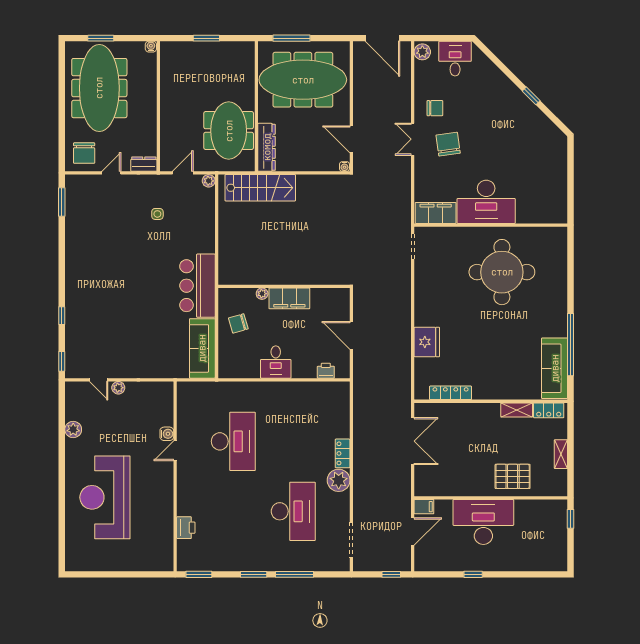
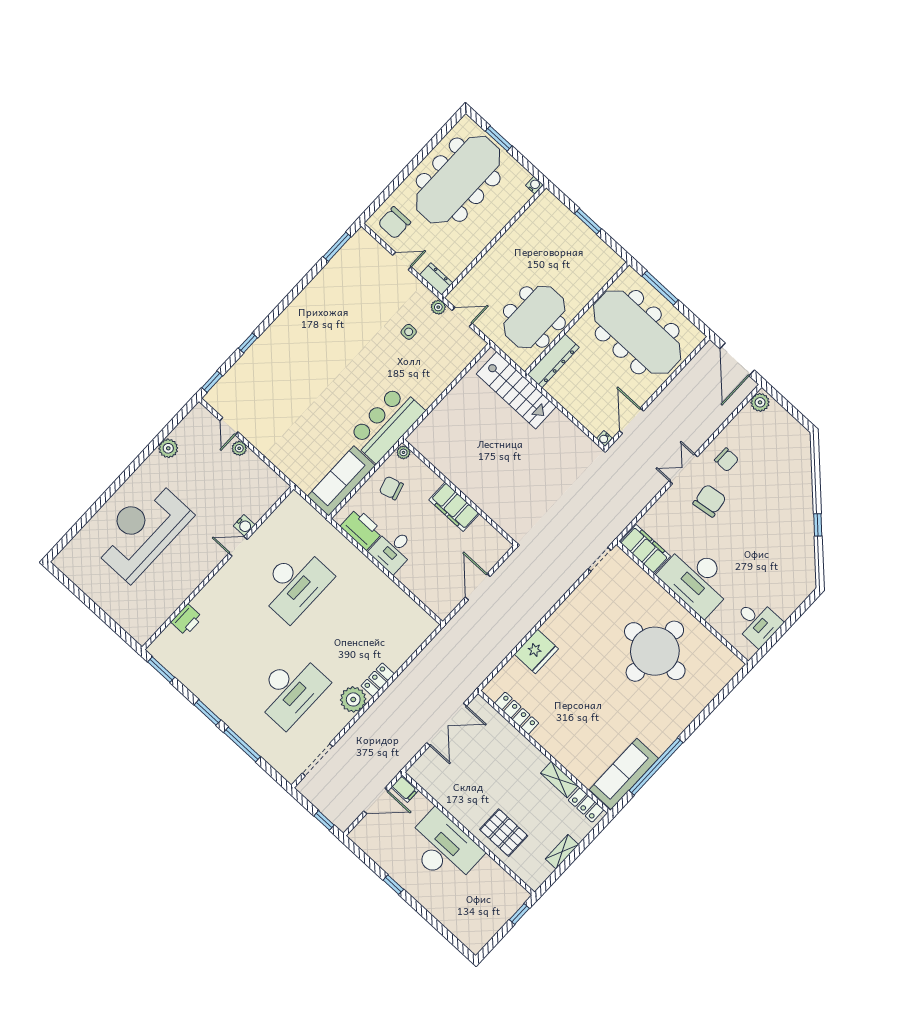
desk: (455, 59) -> (757, 622), moved, turned 90
plant: (209, 181) -> (438, 307), moved
plant: (262, 294) -> (403, 452), moved
printer: (326, 371) -> (362, 529), moved, width x1.87, depth x1.48

